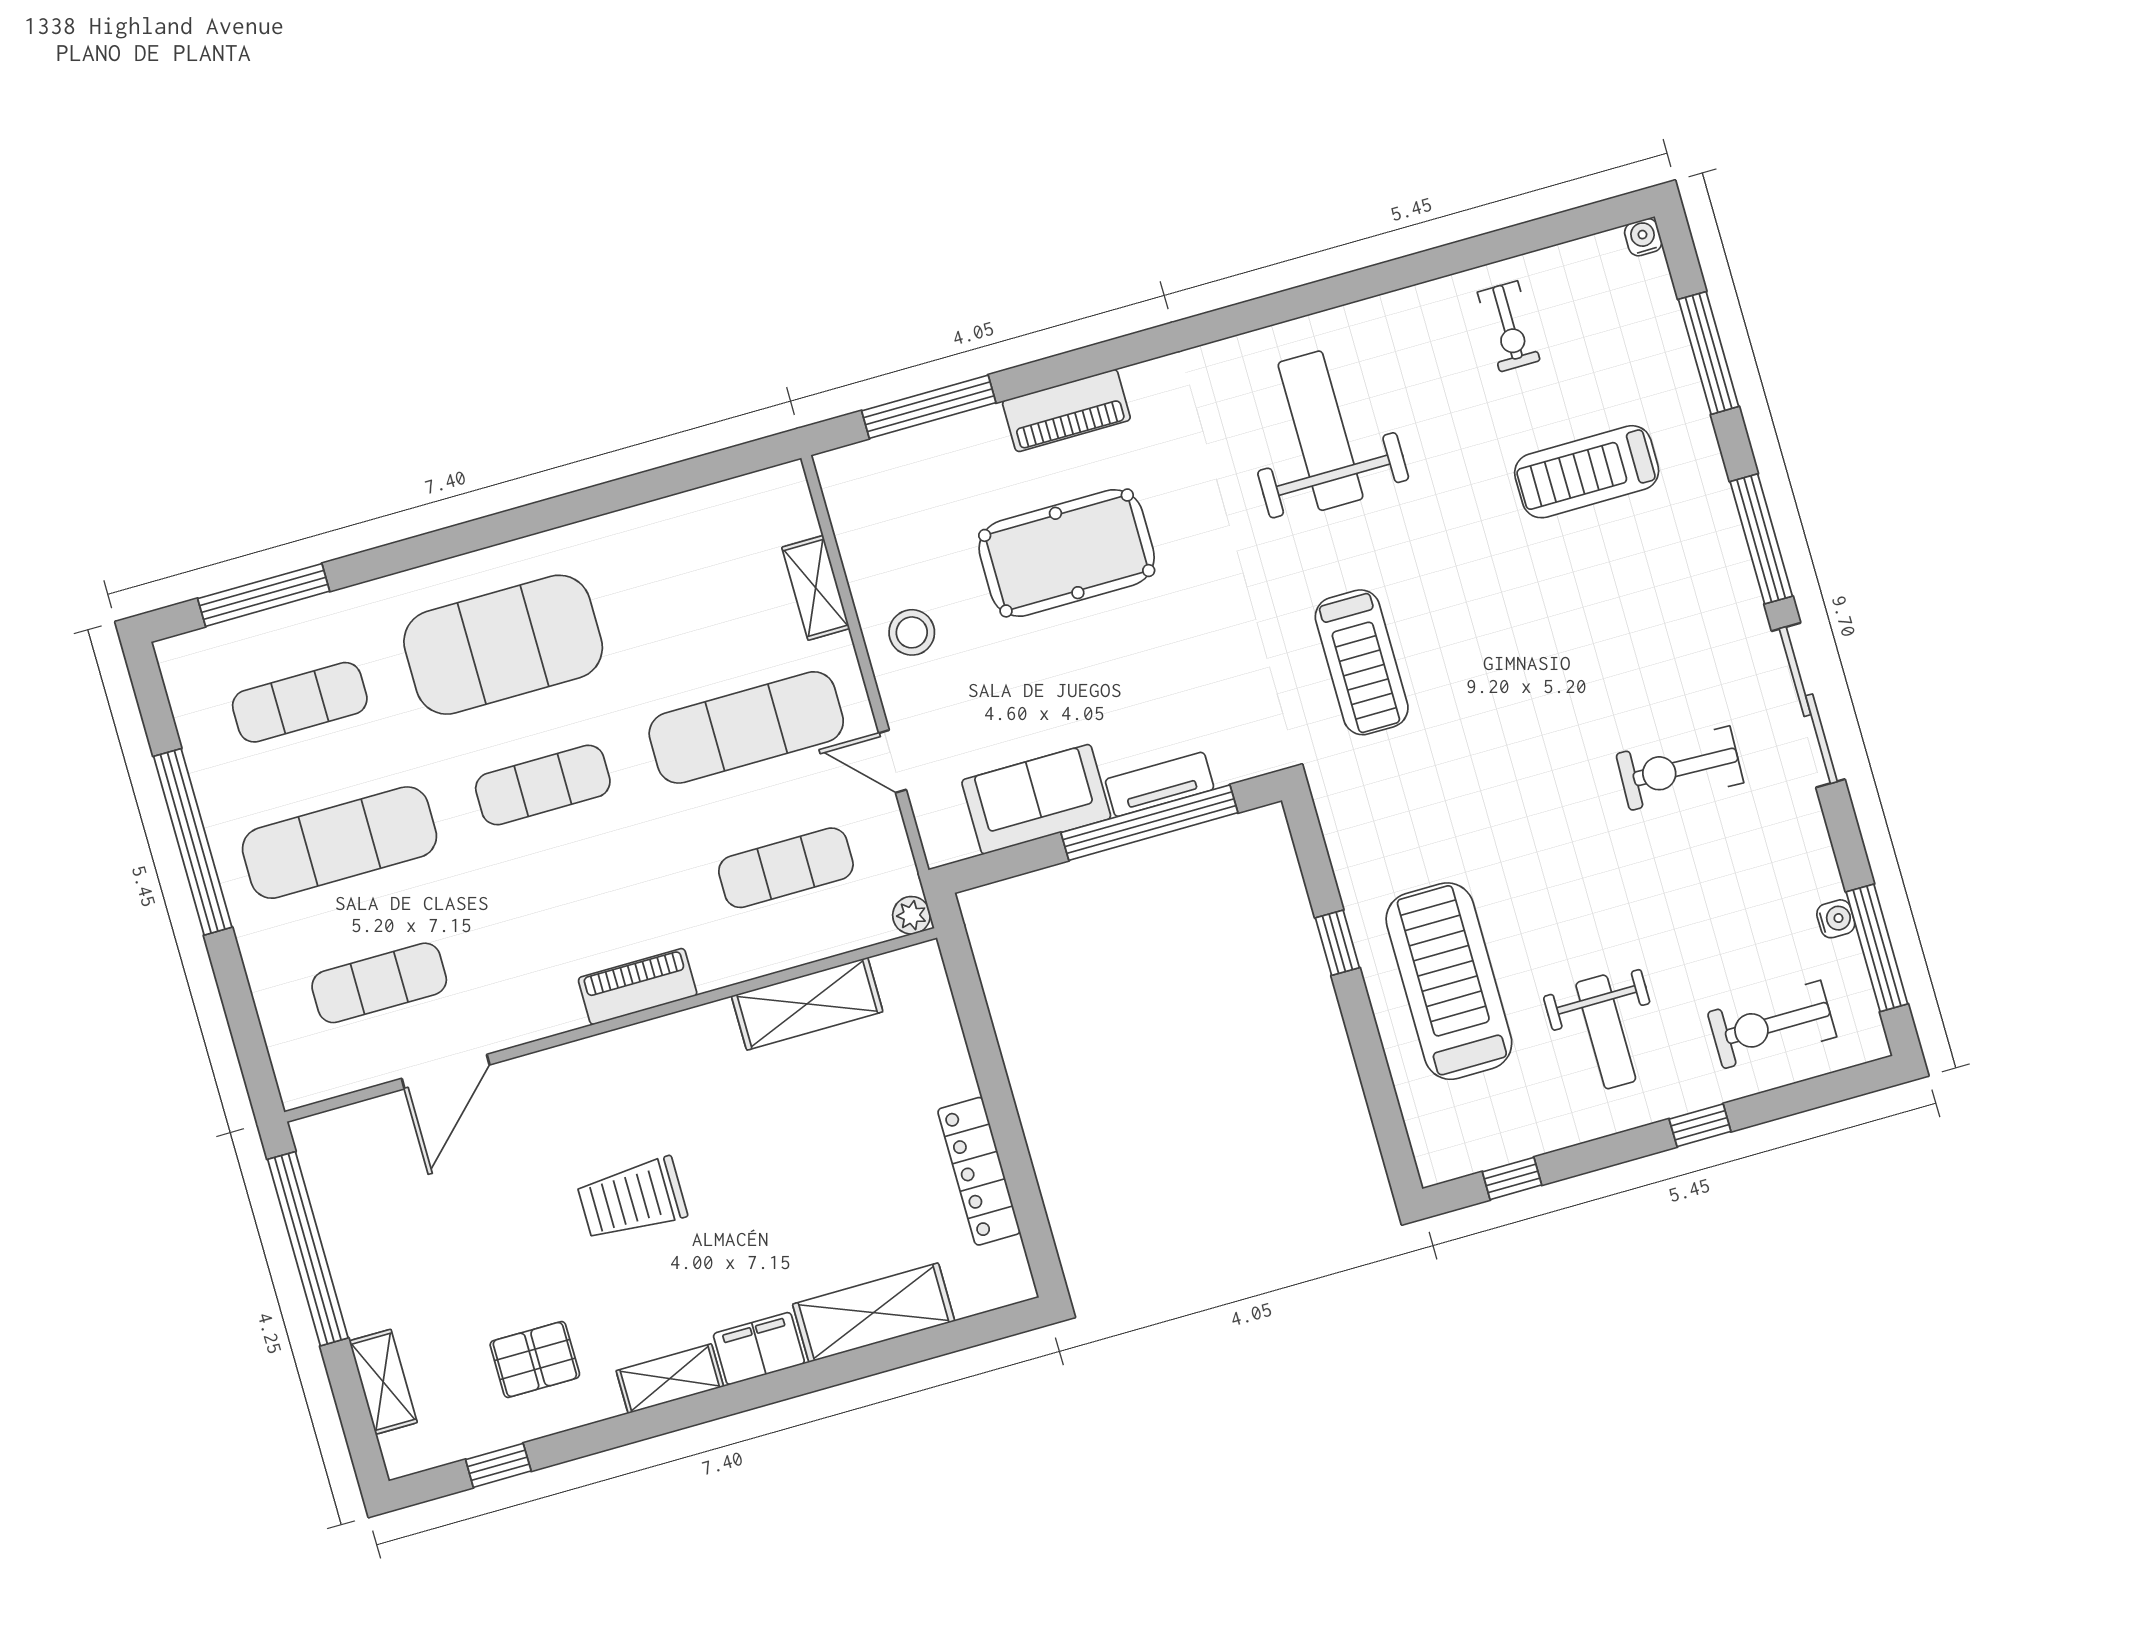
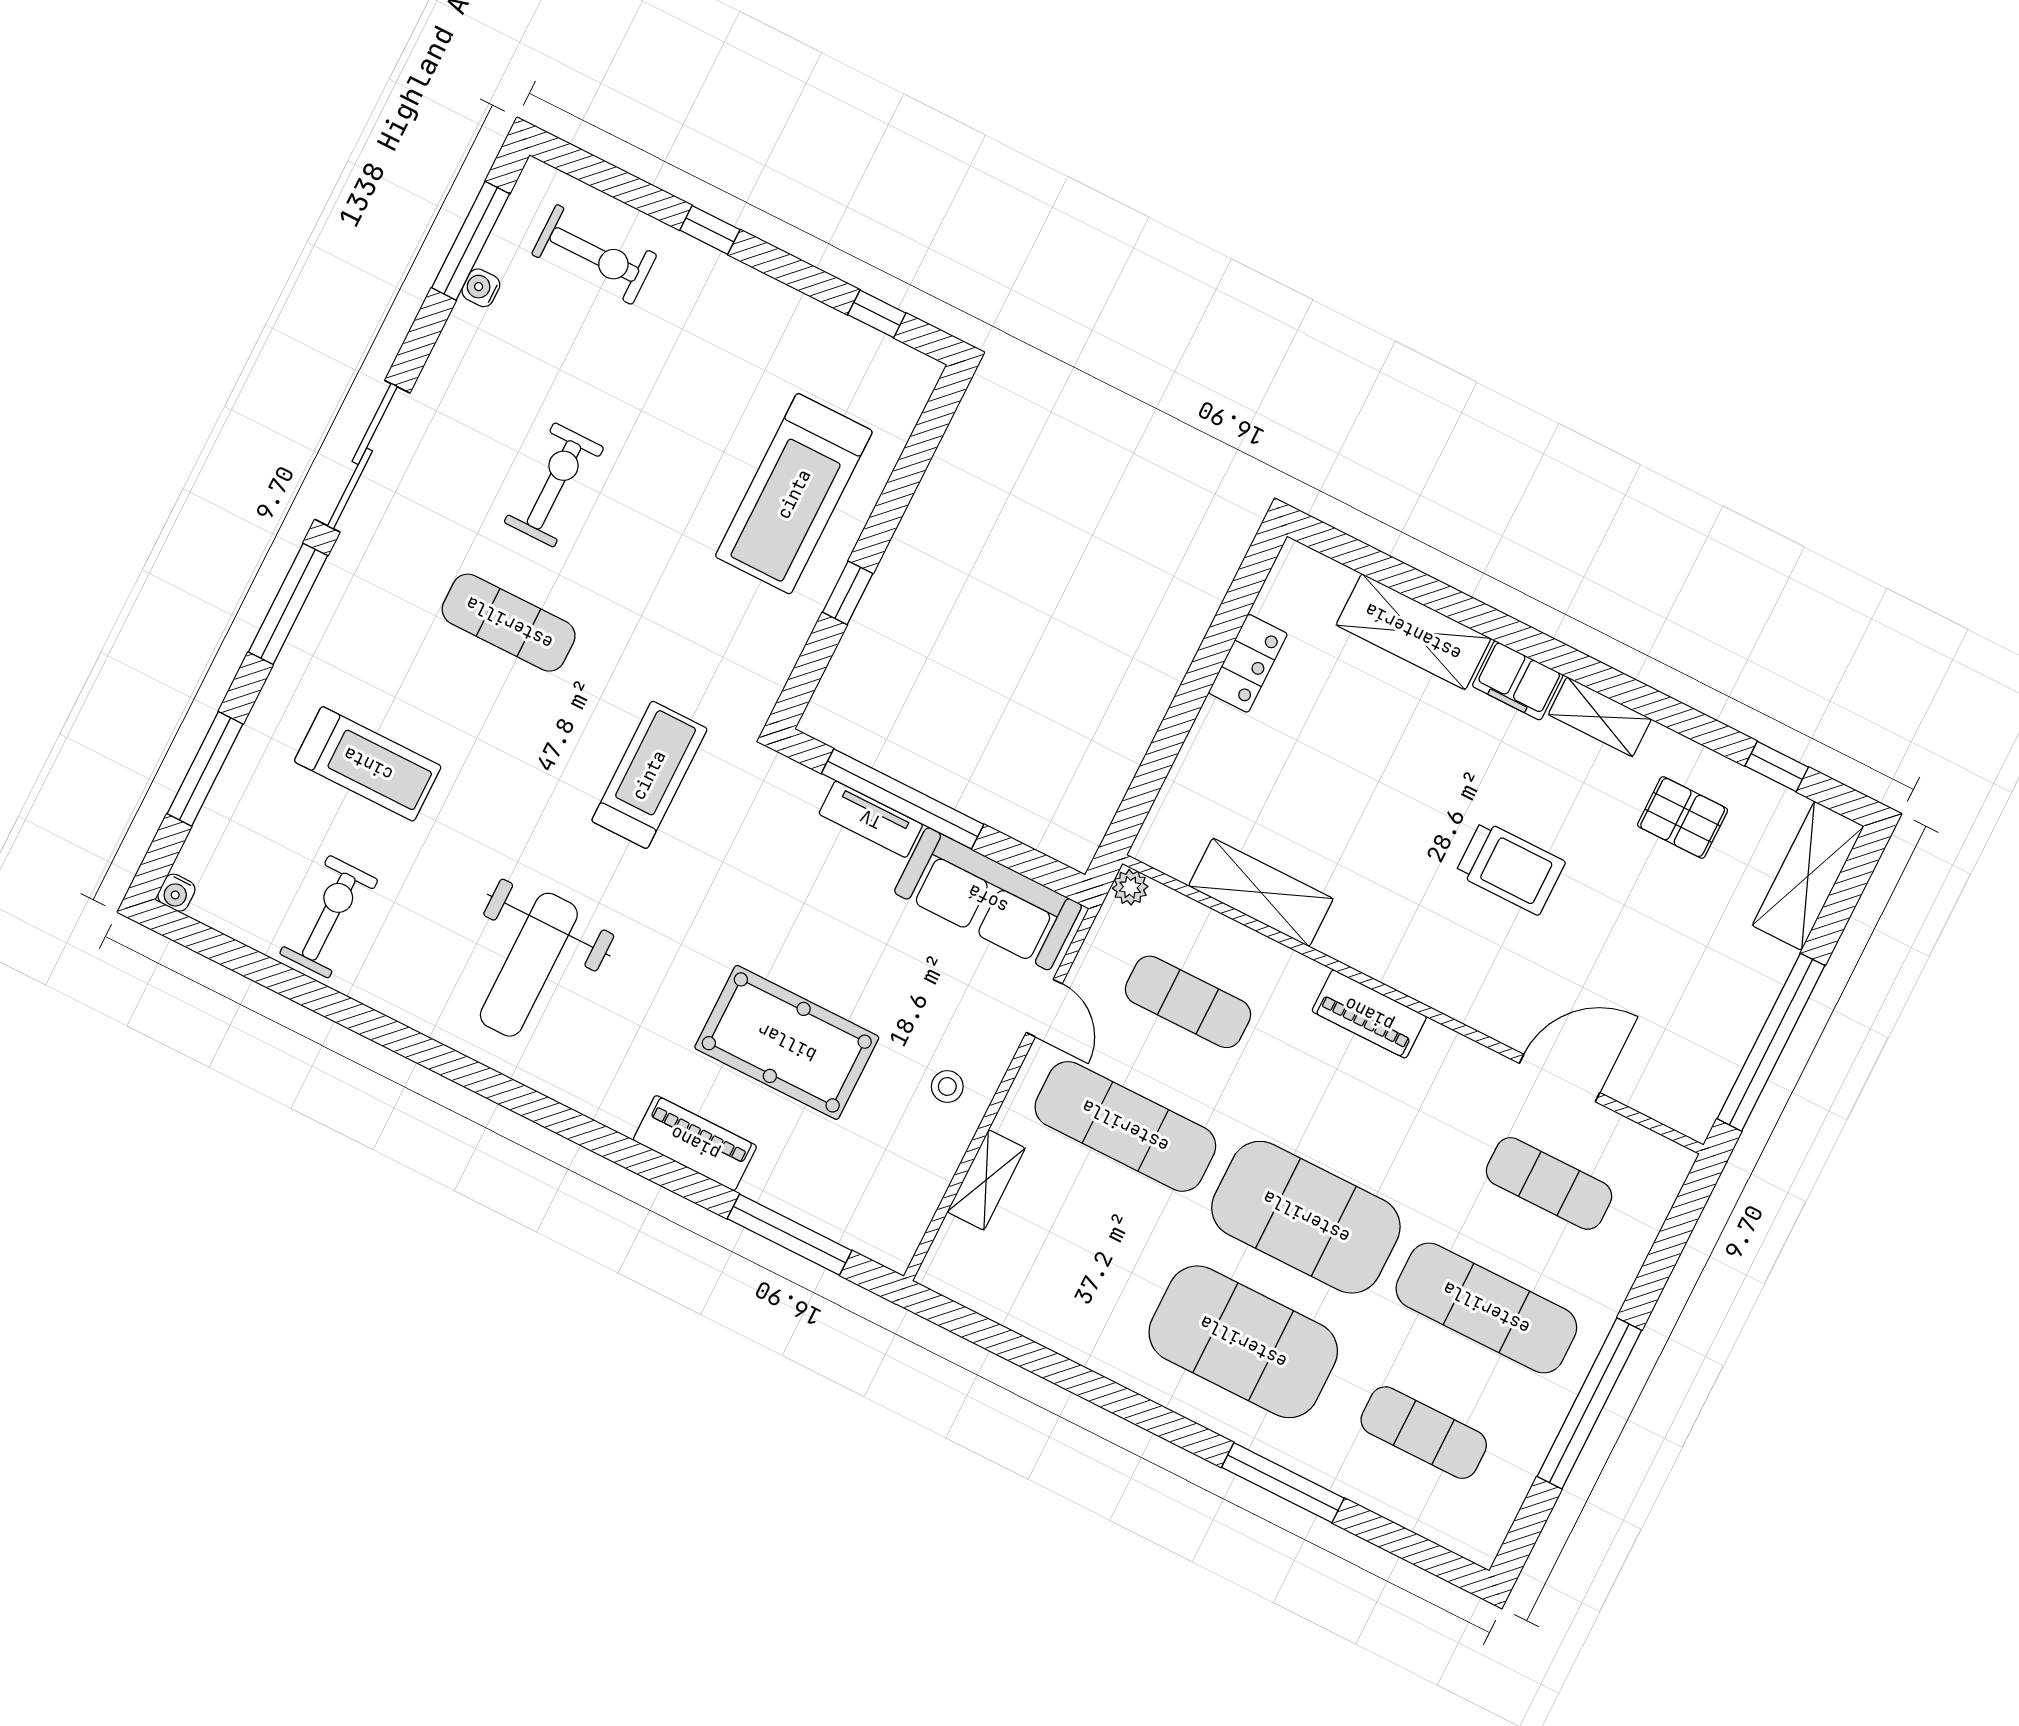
exercise bike: (1509, 326) -> (329, 917), width x1.38, depth x1.39
window: (264, 595) -> (1283, 1483), moved
stool: (912, 632) -> (947, 1087), width x0.73, depth x0.73
exercise mat: (1578, 680) -> (509, 623), added
exercise bike: (1680, 768) -> (554, 485), moved, turned -92
exercise mat: (543, 785) -> (1306, 1217), width x2.00, depth x1.45
sofa: (1036, 799) -> (988, 899), width x1.36
weight bench: (1606, 1032) -> (716, 357), removed
locker: (979, 1171) -> (1248, 663), width x0.66
shelving: (383, 1382) -> (1808, 876), width x1.50, depth x1.33

